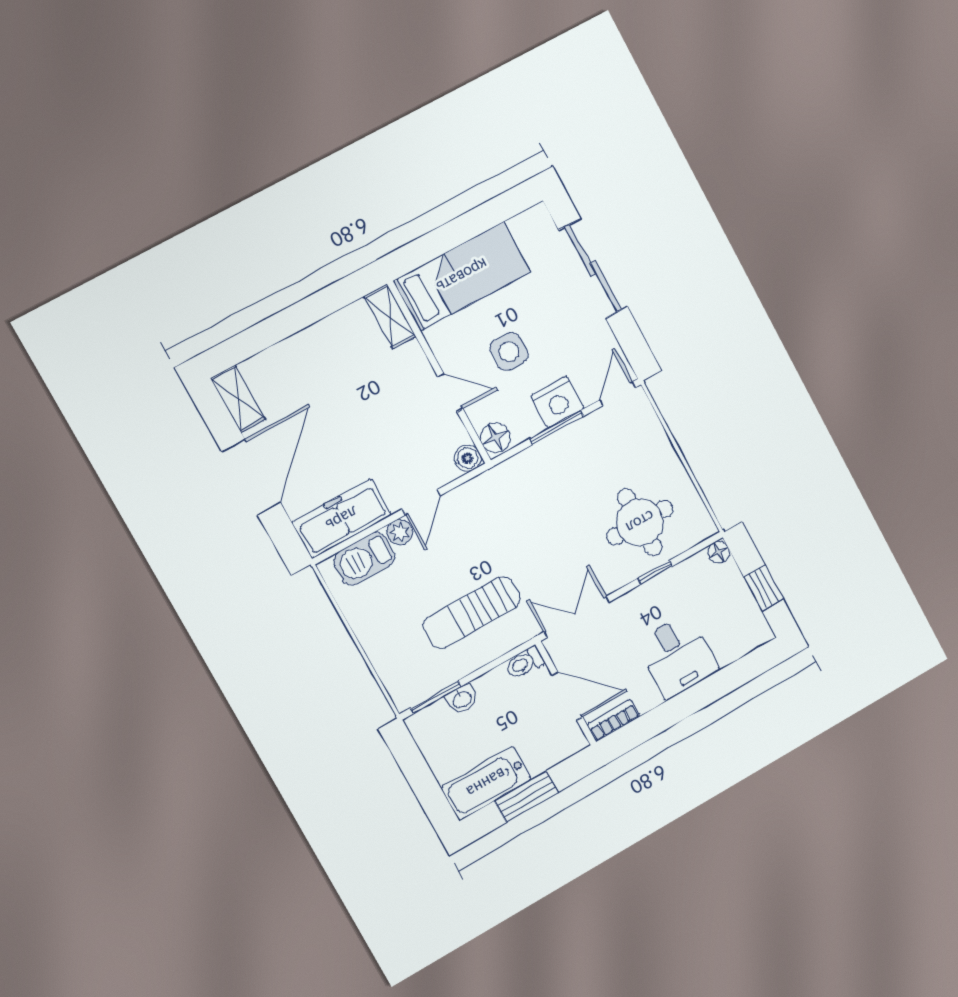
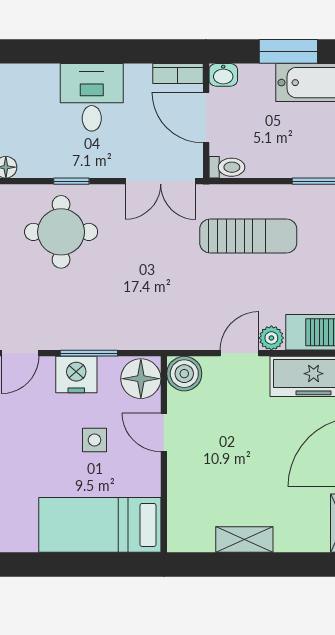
shelving: (390, 316) -> (244, 540), moved, turned 90
side table: (509, 352) -> (94, 440), width x0.73, depth x0.73
floor lamp: (495, 438) -> (141, 379), width x1.38, depth x1.38
boiler: (468, 458) -> (184, 374), width x1.36, depth x1.36
washbasin: (462, 699) -> (223, 75), moved, turned 180

